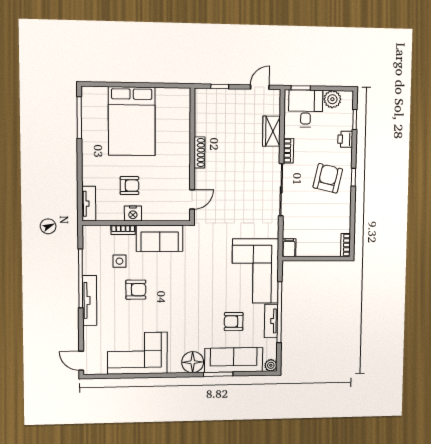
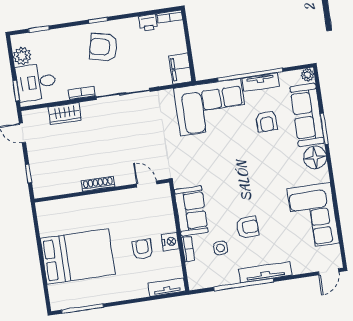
printer: (345, 139) -> (148, 23), moved
filing cabinet: (289, 248) -> (180, 69), width x2.00
armchair: (136, 290) -> (247, 227), turned 87

